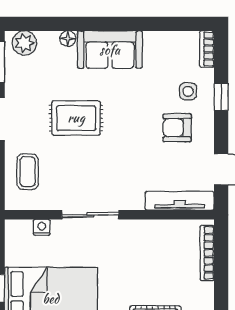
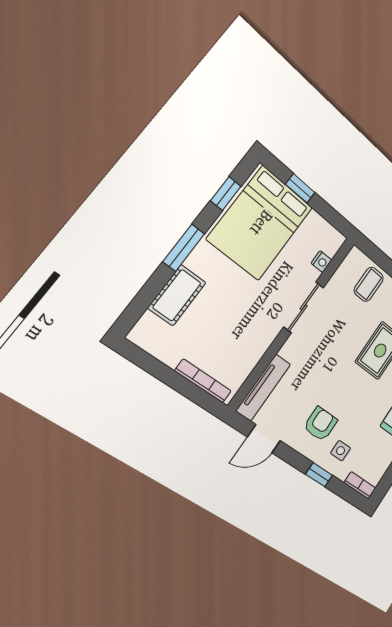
coffee table: (28, 172) -> (369, 284), turned 90

